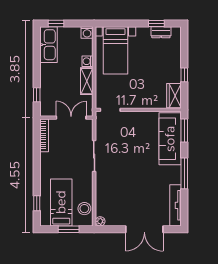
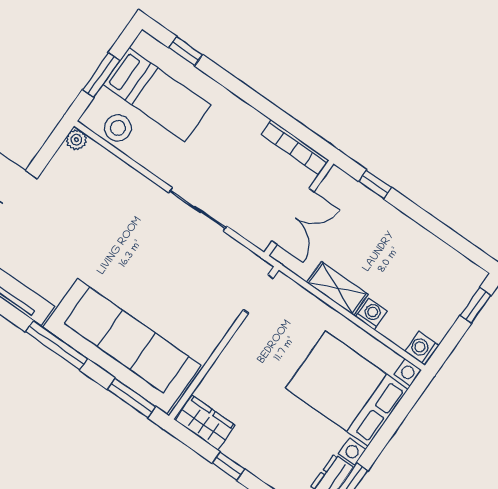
kitchen sink: (49, 45) -> (448, 266), removed
bed with nightstands: (115, 50) -> (347, 389), width x1.36
sofa: (170, 139) -> (122, 346), width x1.36, depth x1.27

